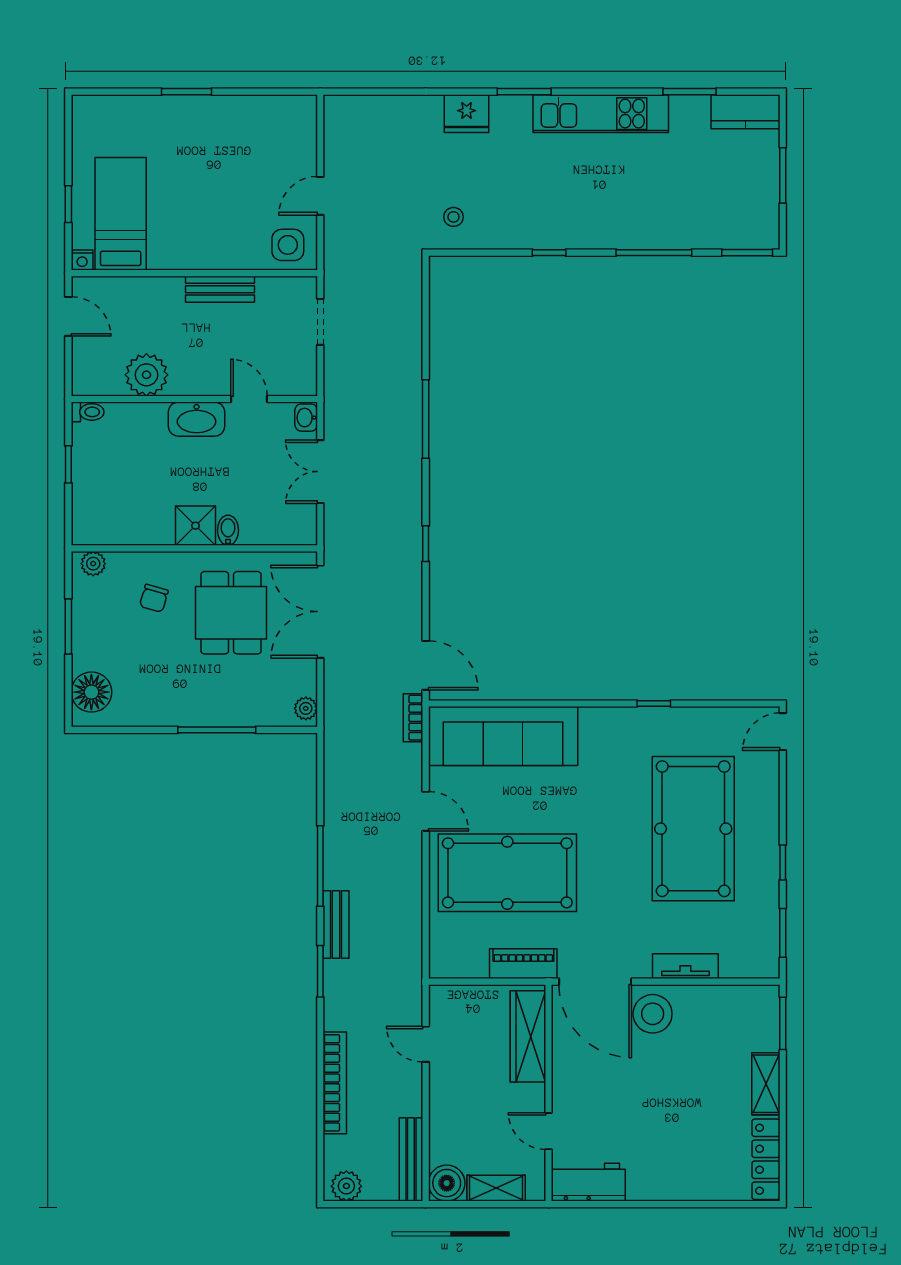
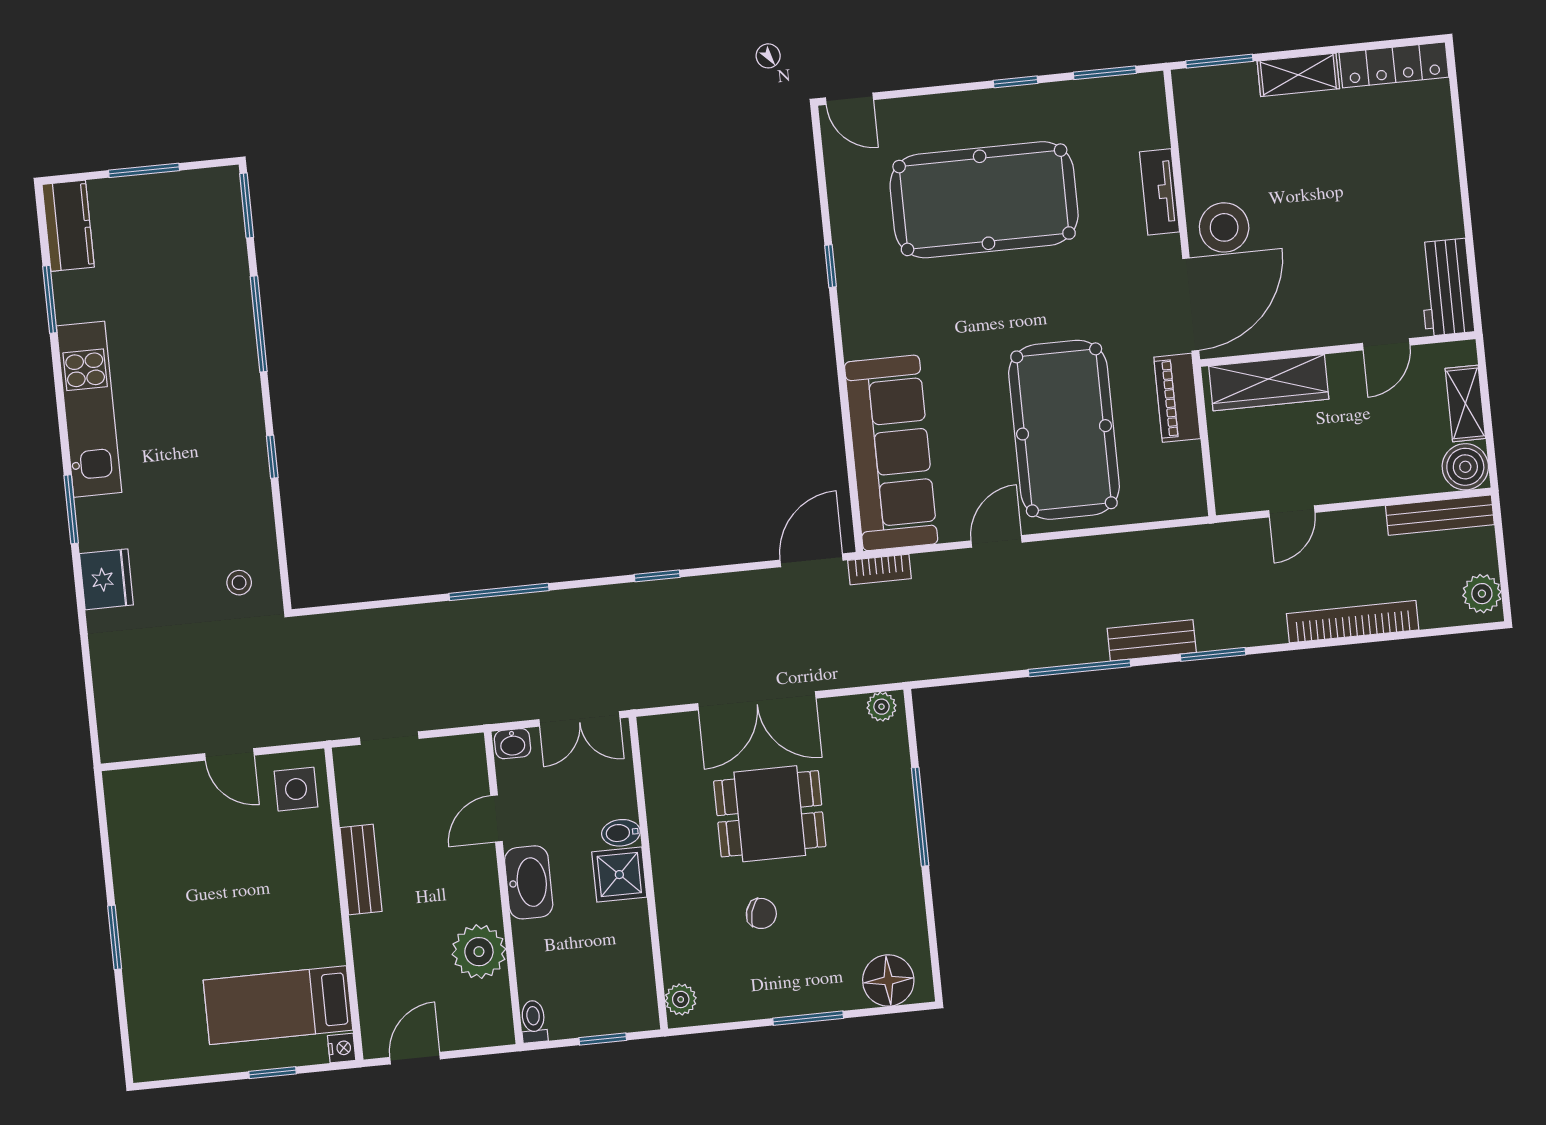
shower: (196, 526) -> (619, 875), moved
bidet: (228, 530) -> (621, 833), moved
wall: (194, 548) -> (648, 873), moved
plant: (93, 564) -> (681, 999), moved

